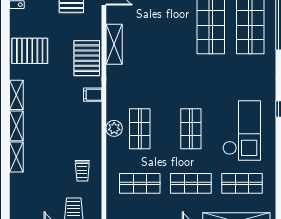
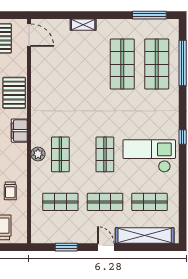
shelving: (114, 44) -> (38, 81), removed
filing cabinet: (93, 95) -> (19, 131), width x2.00
checkout: (242, 131) -> (149, 156), turned -90

